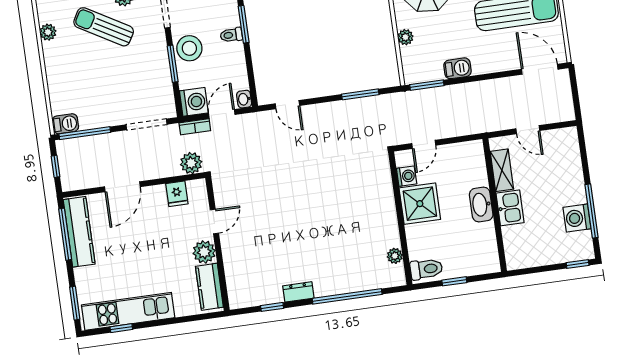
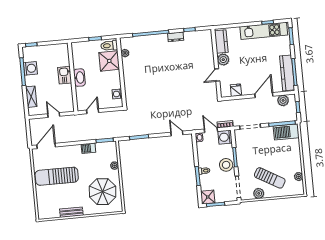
door: (540, 69) -> (46, 146), swing flipped
door: (222, 114) -> (211, 130), swing flipped
barbecue: (65, 124) -> (286, 132), width x1.88, depth x1.53
door: (424, 144) -> (93, 111), moved
plant: (191, 163) -> (283, 100), moved
shelving: (502, 170) -> (31, 97), moved
shower: (420, 204) -> (109, 61), moved

